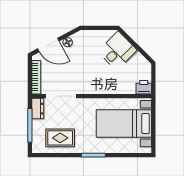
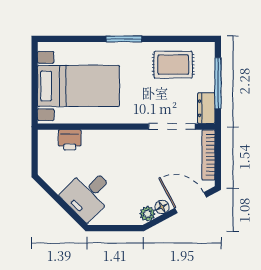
plant: (77, 37) -> (147, 214), added
printer: (144, 87) -> (70, 140), moved

